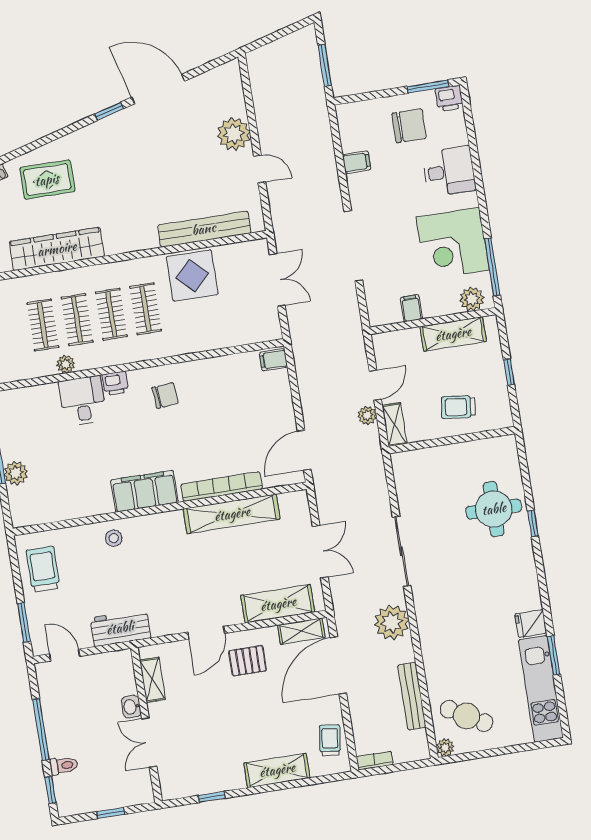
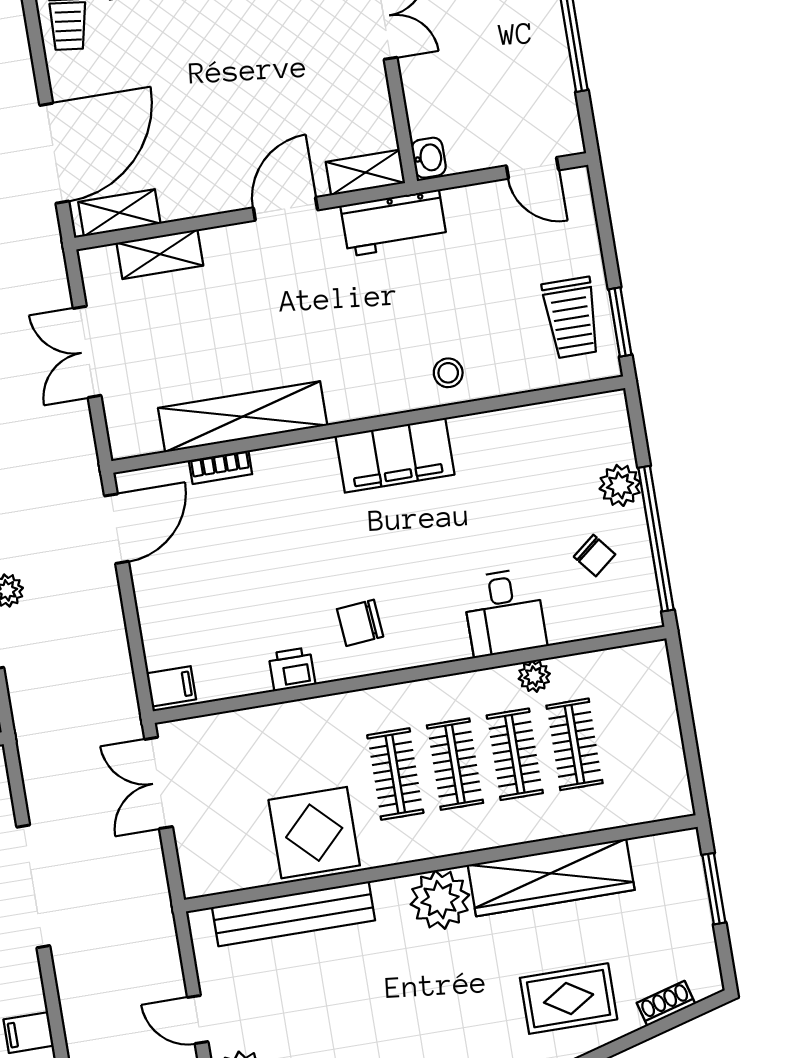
plant: (120, 237) -> (440, 900), added
double door: (277, 280) -> (159, 783), moved
printer: (115, 383) -> (292, 669), moved
chair: (31, 433) -> (595, 555), added
bookcase: (222, 487) -> (220, 467), width x0.43, depth x0.76
shelving: (278, 604) -> (160, 254), width x0.67, depth x0.75
window: (24, 622) -> (620, 322), moved
workbench: (120, 628) -> (394, 223), moved
pallet: (248, 661) -> (213, 160), removed
shelving: (152, 680) -> (365, 172), moved, turned 90
washbasin: (131, 707) -> (429, 158), moved

